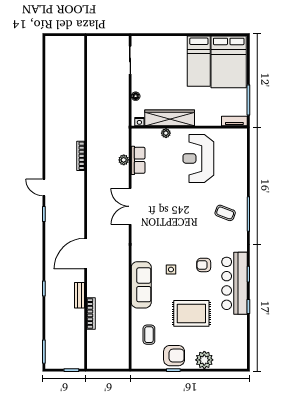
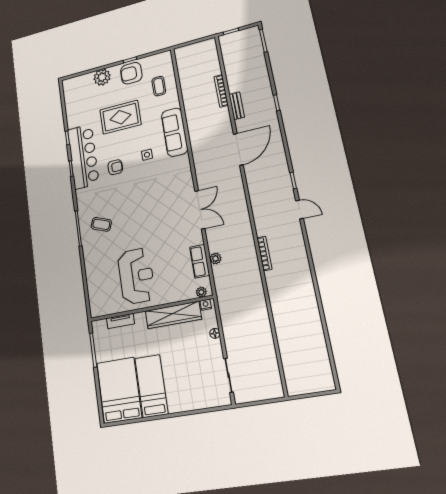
tv unit: (234, 121) -> (121, 321), moved
plant: (166, 133) -> (201, 292), moved

